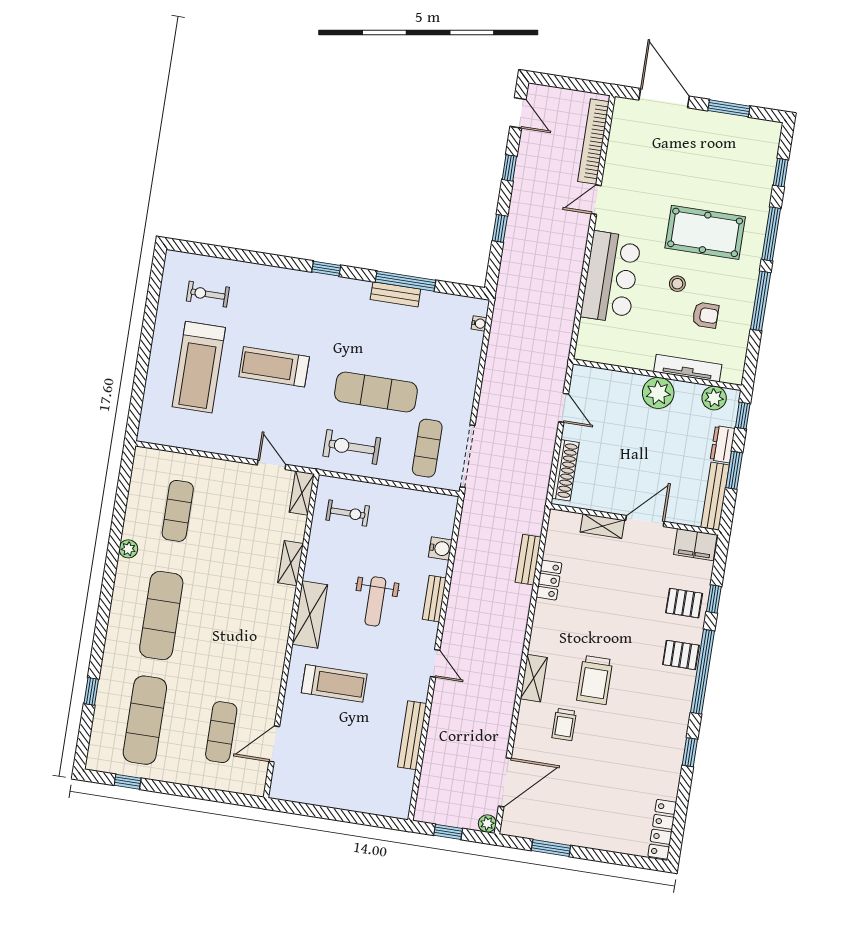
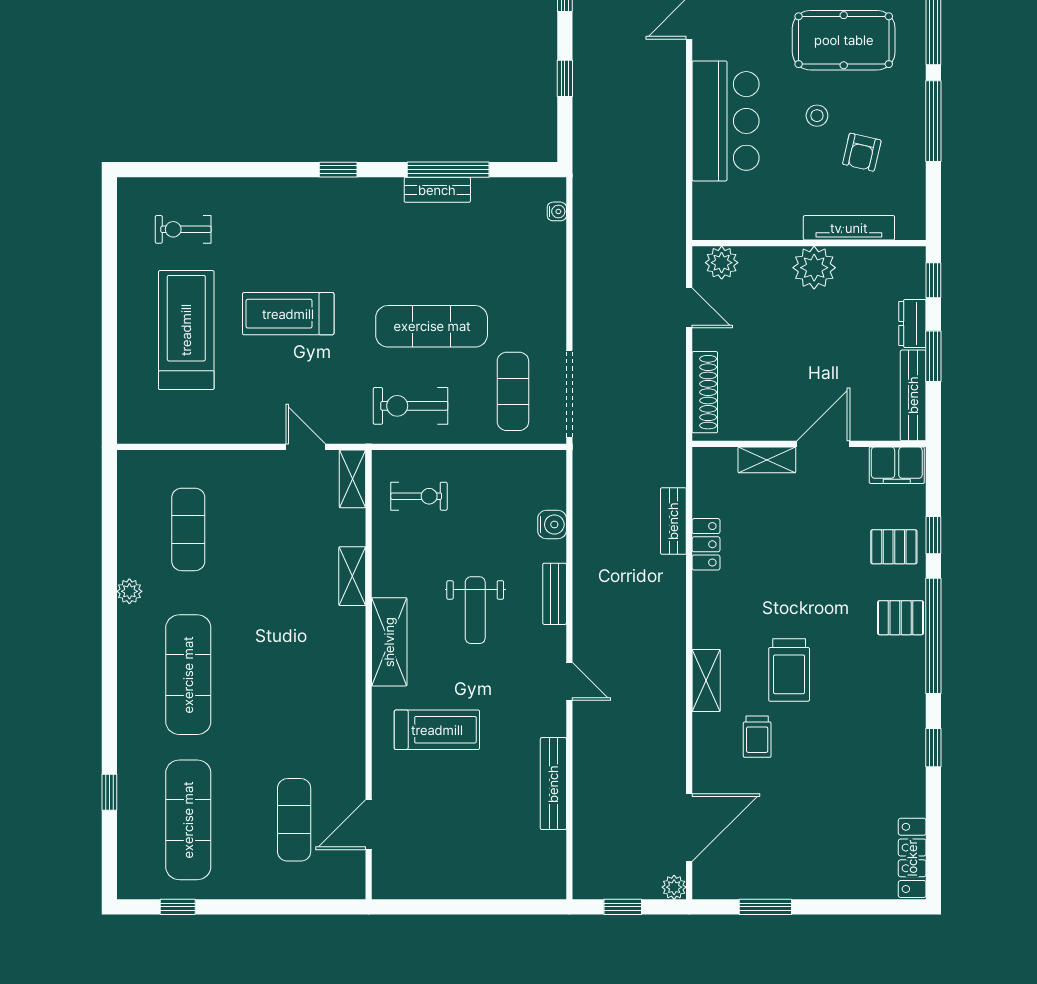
armchair: (706, 315) -> (862, 152), turned 103
treadmill: (199, 367) -> (186, 330), turned 180
plant: (714, 398) -> (722, 263), moved

